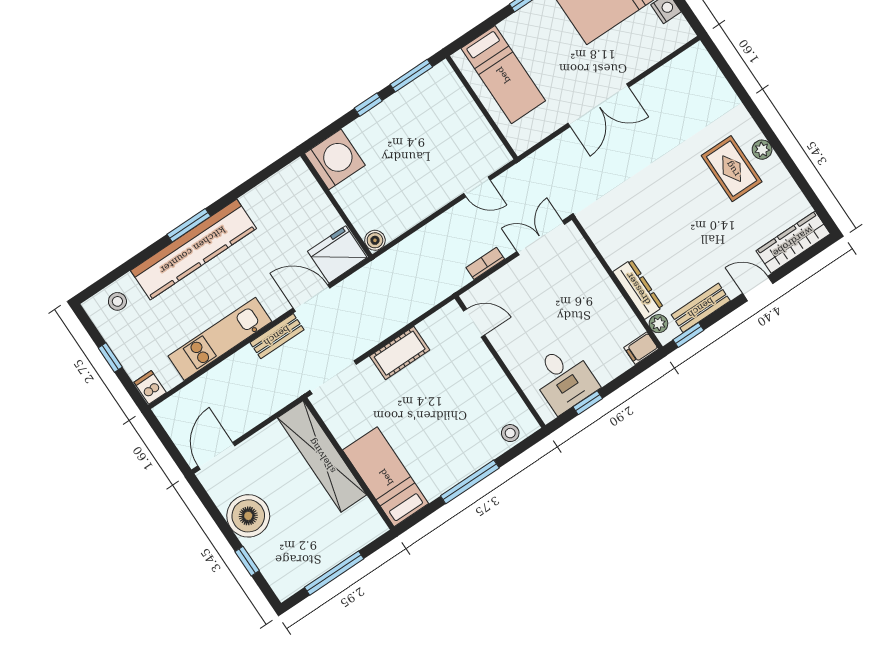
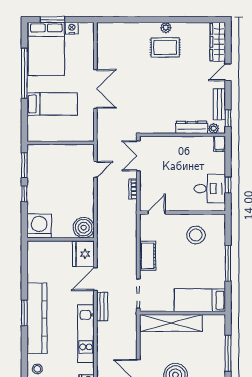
bed: (503, 75) -> (52, 104), moved
boiler: (375, 240) -> (84, 228), width x1.86, depth x1.86
stool: (510, 433) -> (196, 235), moved, width x1.89, depth x1.89

